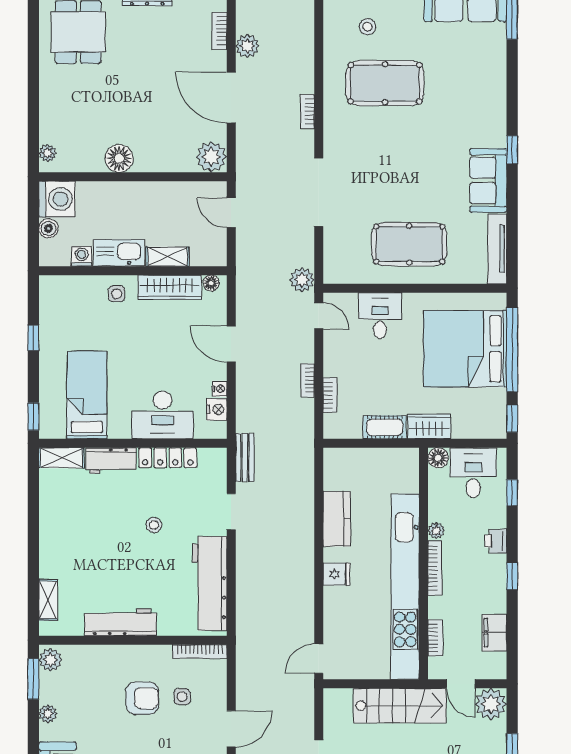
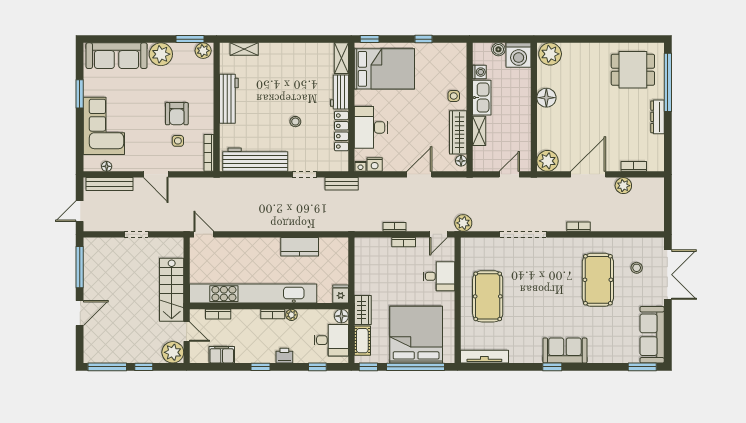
plant: (48, 153) -> (550, 54), width x1.88, depth x1.88
sofa: (488, 180) -> (565, 350), moved
nightstand: (219, 389) -> (361, 166), moved
bed: (87, 395) -> (384, 69), width x1.50
bookcase: (330, 395) -> (404, 242), moved
cot: (385, 427) -> (362, 341), moved
bookcase: (435, 568) -> (273, 314), width x0.64
fridge: (336, 574) -> (341, 294), moved, turned 180
door: (461, 684) -> (187, 332), swing flipped
plant: (48, 714) -> (161, 54), width x1.87, depth x1.87

